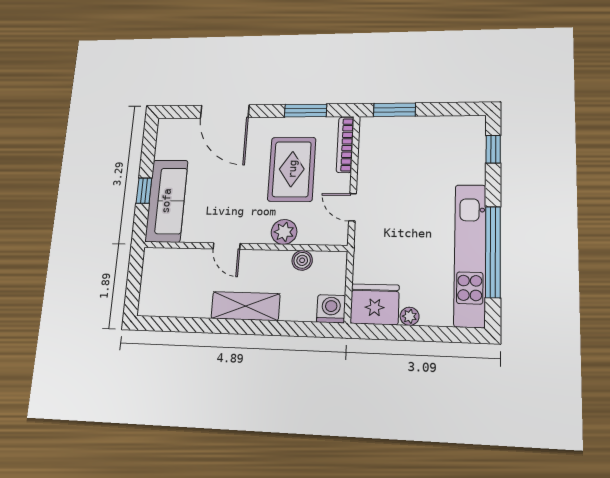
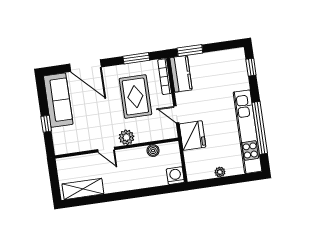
kitchen counter: (373, 144) -> (181, 74), added
sofa: (166, 201) -> (58, 100), moved
plant: (284, 232) -> (126, 137), moved
fridge: (375, 304) -> (193, 135), moved, turned 90
shelving: (245, 306) -> (83, 189), moved

